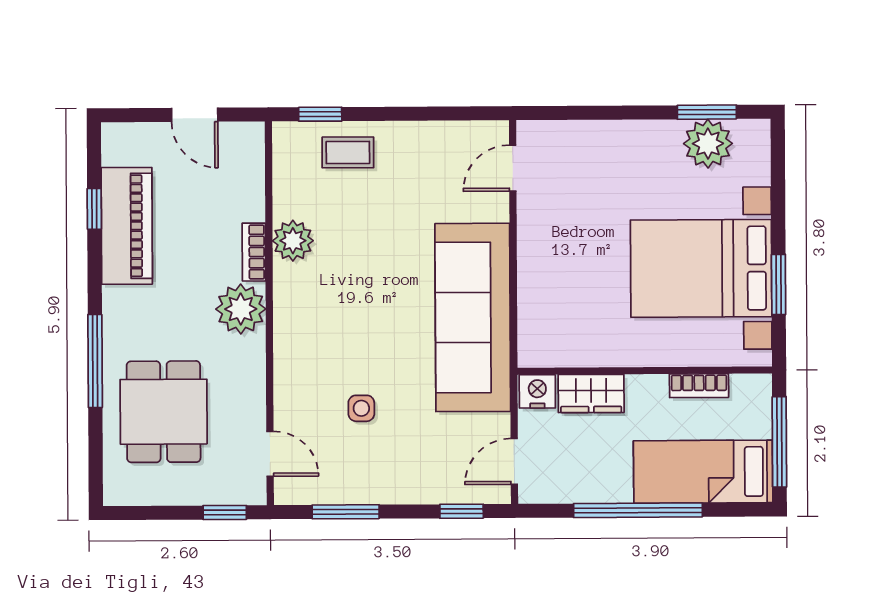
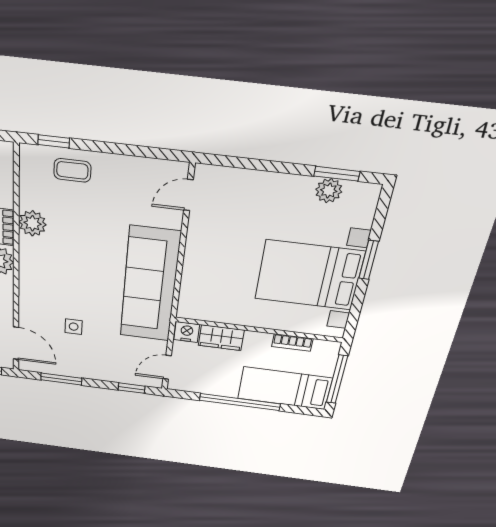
plant: (708, 144) -> (329, 191), width x0.73, depth x0.73
window: (779, 284) -> (369, 260), moved
door: (270, 454) -> (16, 343), width x1.38

